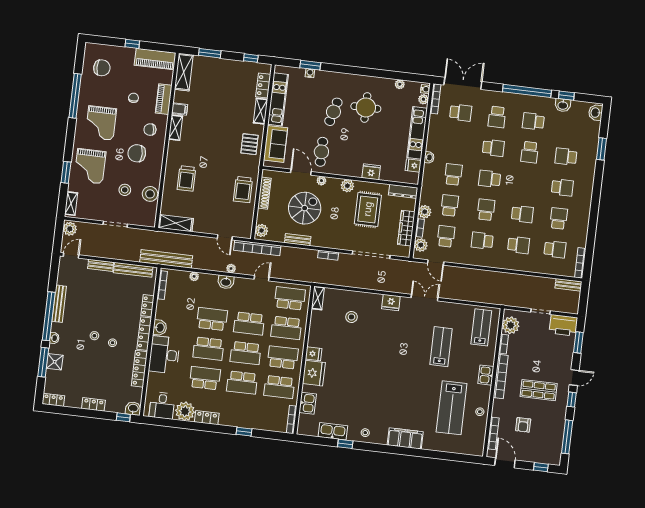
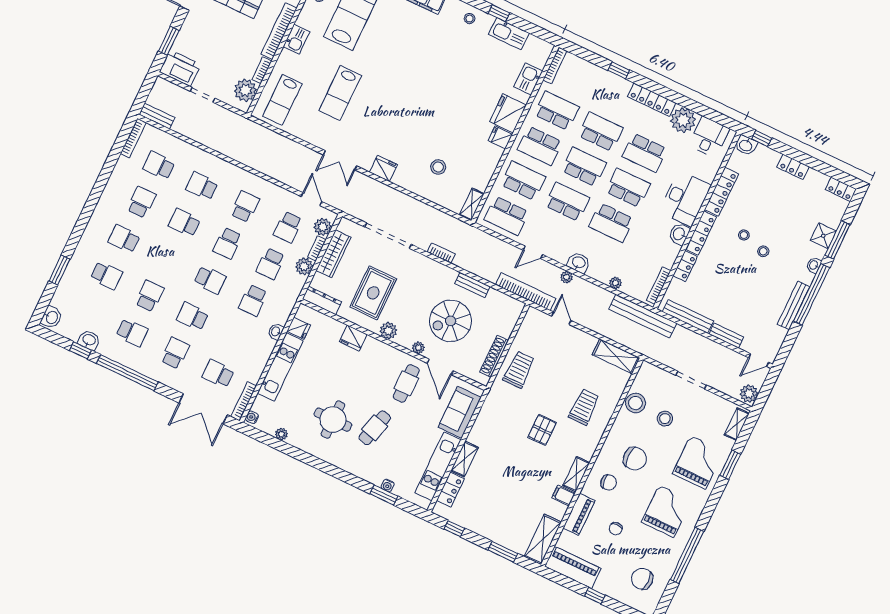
plant: (423, 99) -> (258, 406), removed
pallet: (249, 144) -> (542, 430), moved
school desk: (559, 218) -> (141, 202), turned 180
plant: (261, 230) -> (513, 311), removed
school desk: (482, 241) -> (245, 207), turned -90
locker: (207, 418) -> (652, 100), width x1.53

